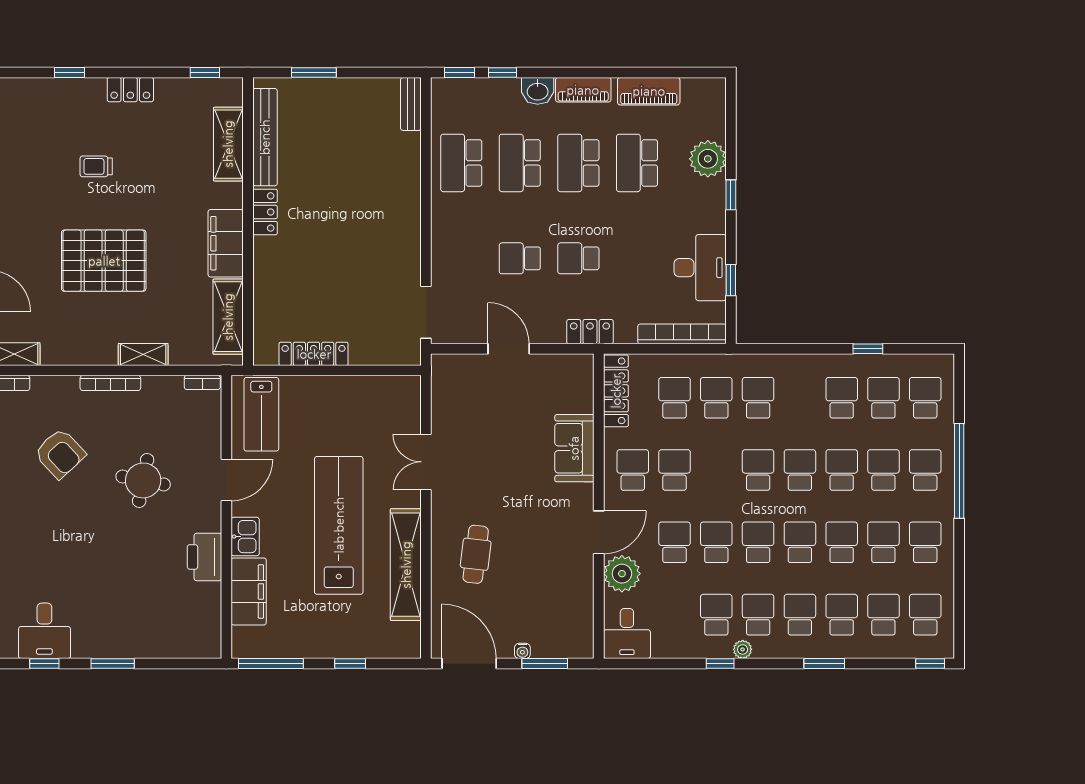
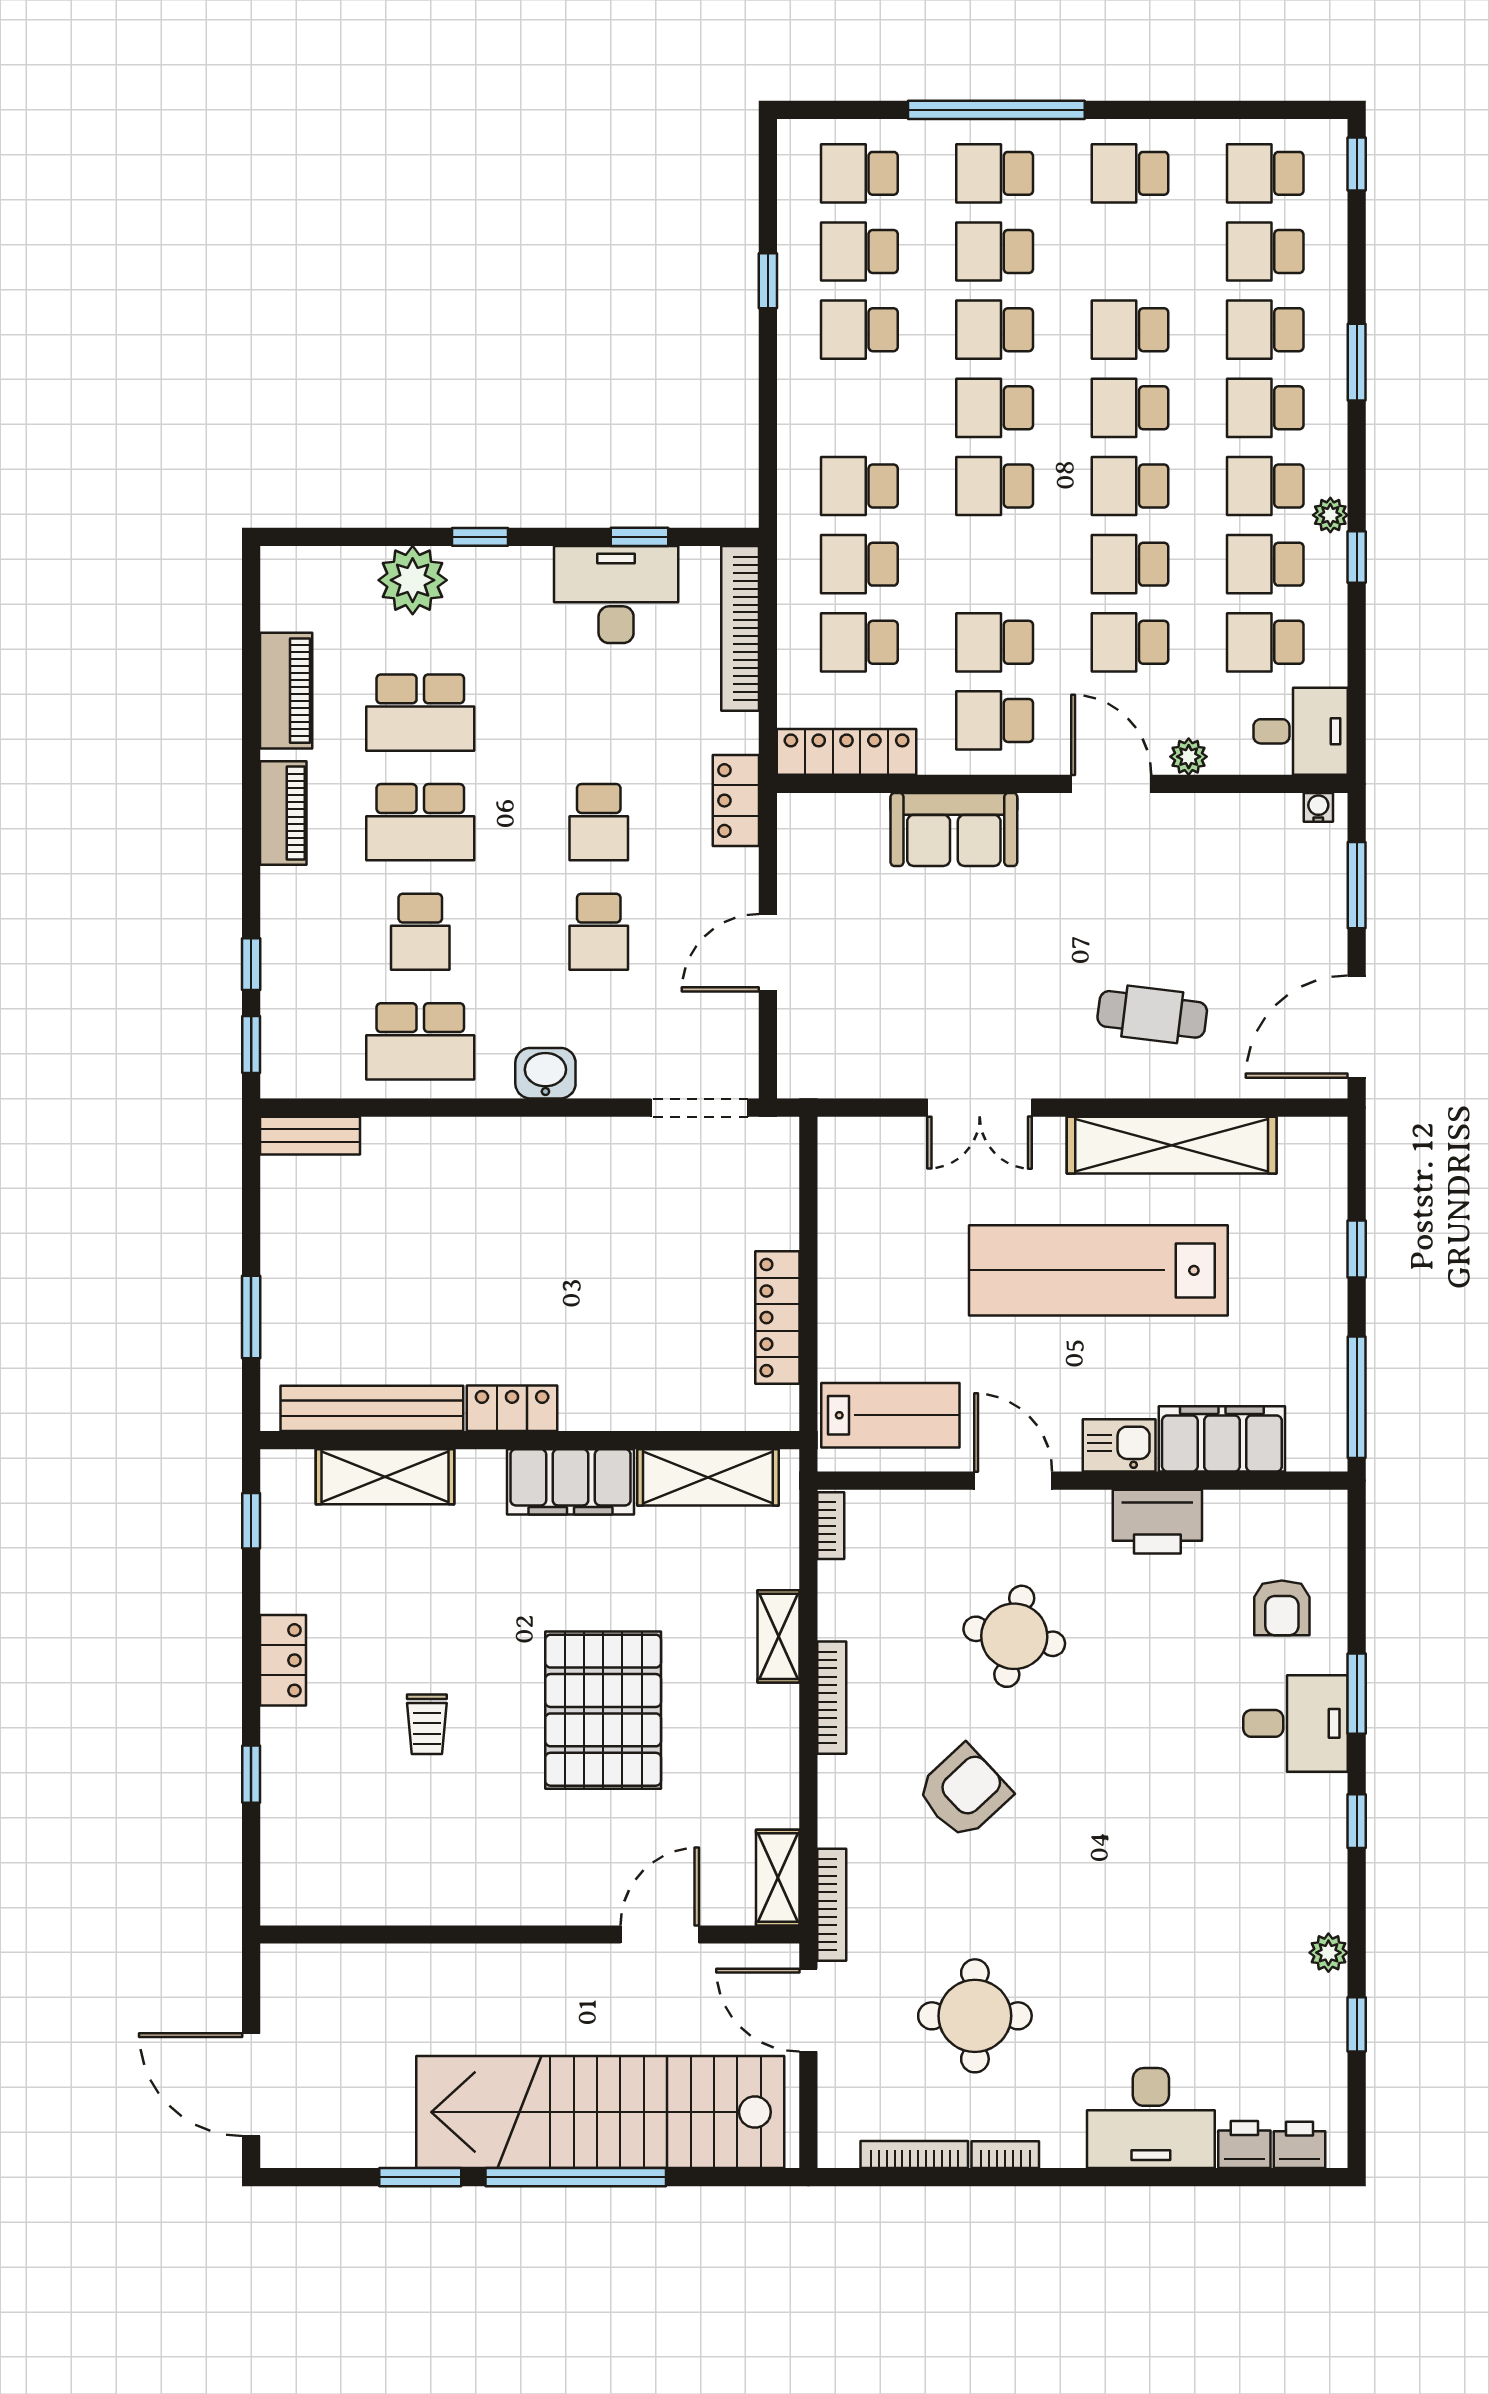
washbasin: (538, 91) -> (545, 1073), moved, turned -90
school desk: (520, 163) -> (420, 932), width x0.54
school desk: (883, 542) -> (1265, 642), moved
plant: (622, 574) -> (1189, 757), width x0.53, depth x0.53
armchair: (158, 624) -> (1282, 1608), added
desk: (44, 631) -> (1296, 1723), moved
water cooler: (522, 651) -> (1318, 807), moved, turned -90

